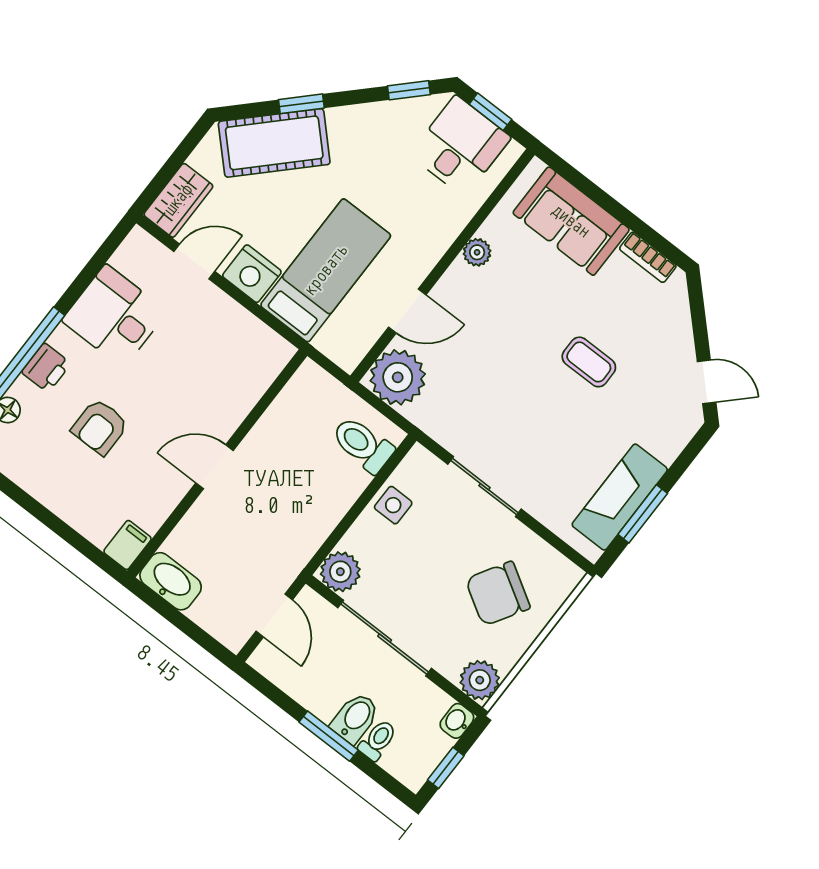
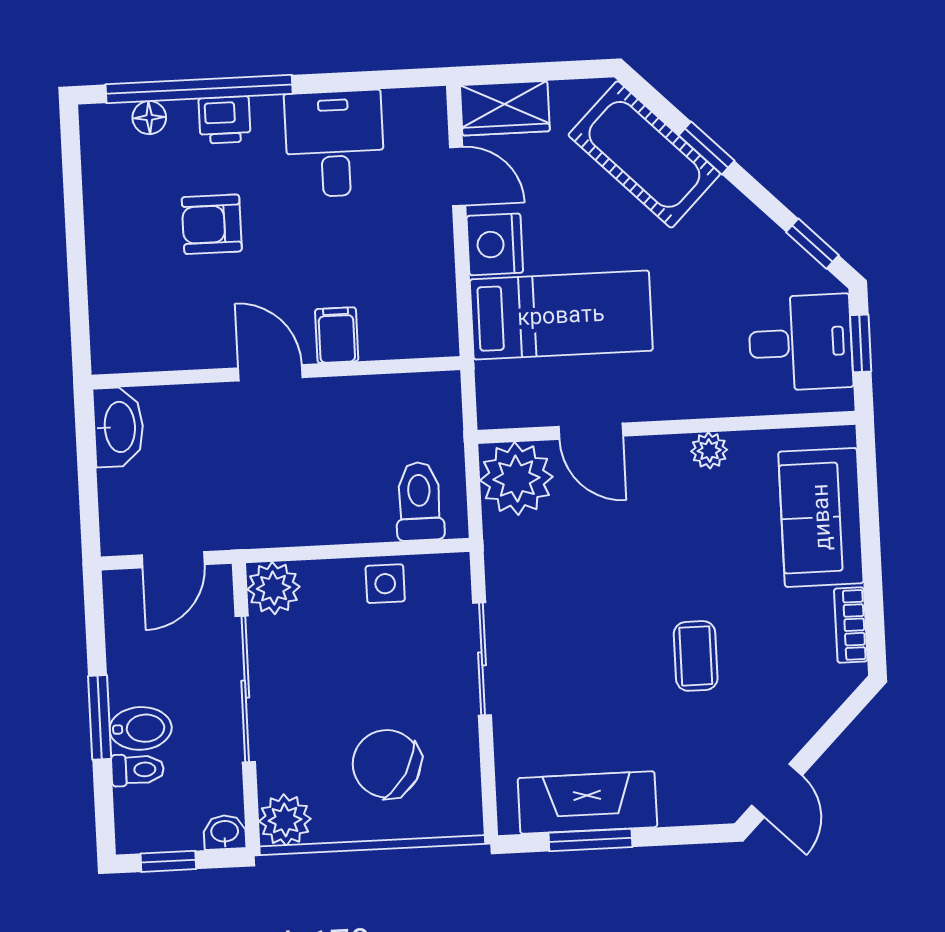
filing cabinet: (128, 545) -> (337, 335), moved, turned -90

